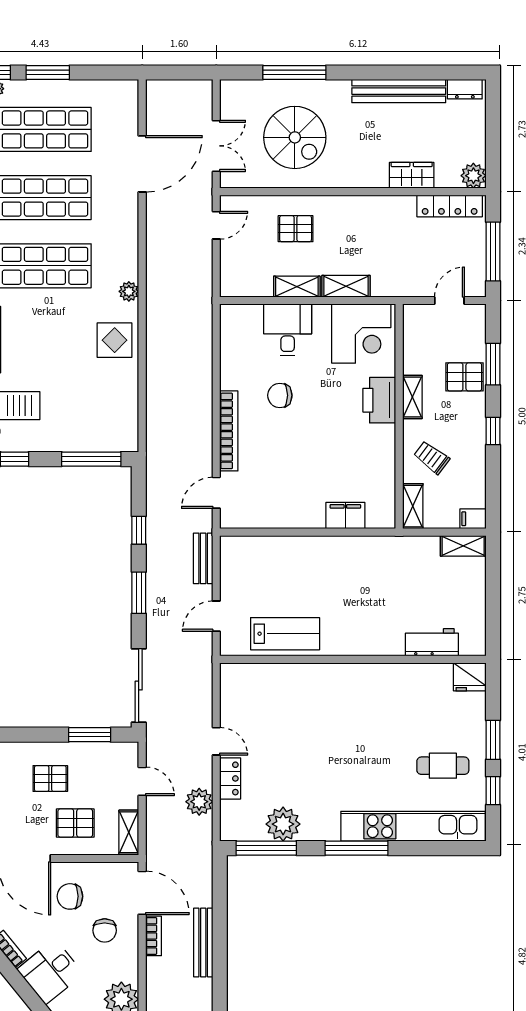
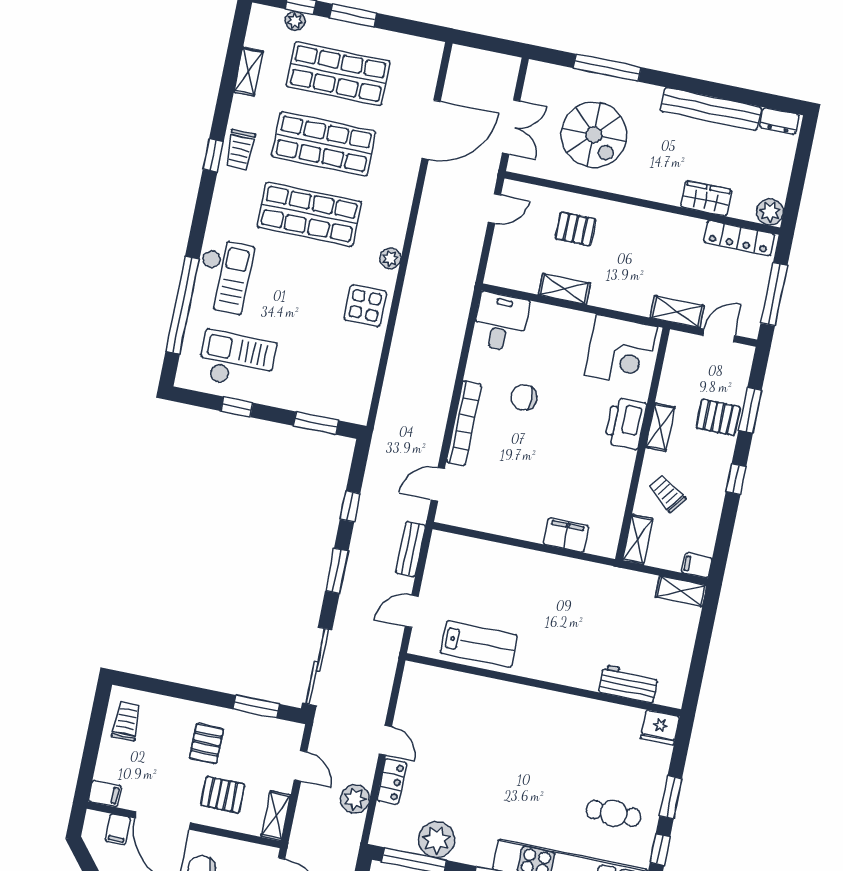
shelving: (346, 286) -> (677, 312), moved
desk: (288, 330) -> (501, 322), moved
window: (91, 459) -> (316, 423), width x0.69
pallet: (50, 779) -> (206, 744), turned 90

